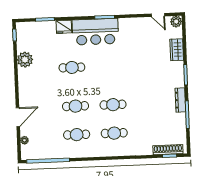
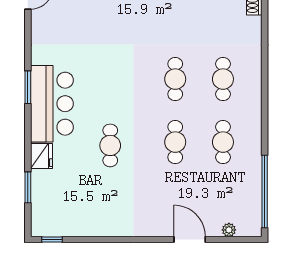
plant: (25, 60) -> (94, 224), removed

